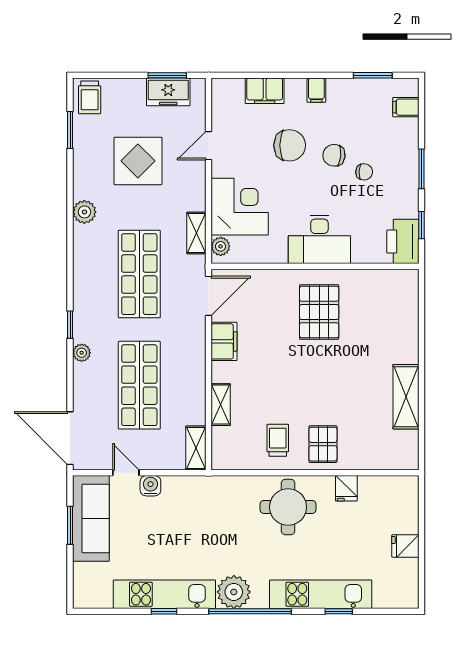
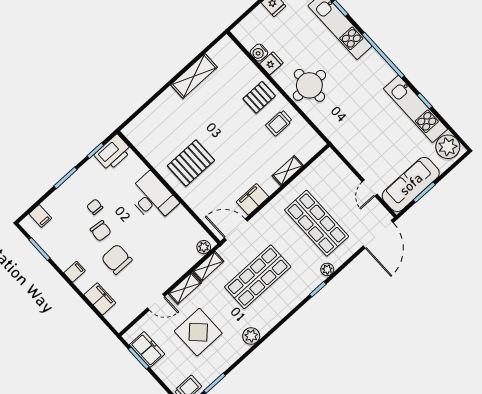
corner desk: (240, 207) -> (173, 256), removed
shop shelf: (139, 385) -> (317, 223), turned 90
shelving: (196, 448) -> (185, 288), moved
water cooler: (150, 486) -> (259, 53), moved
plant: (234, 592) -> (448, 147), moved

